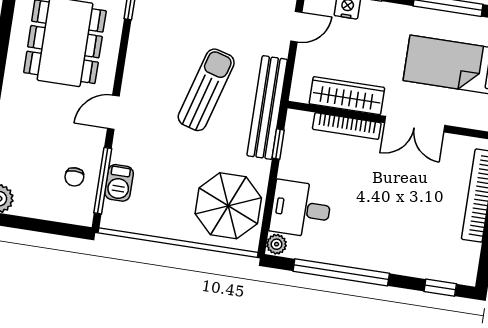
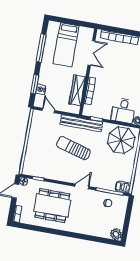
door: (113, 112) -> (82, 186), swing flipped
double door: (415, 124) -> (91, 53), moved
barbecue: (119, 183) -> (123, 187), moved

